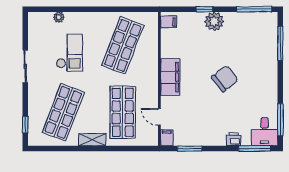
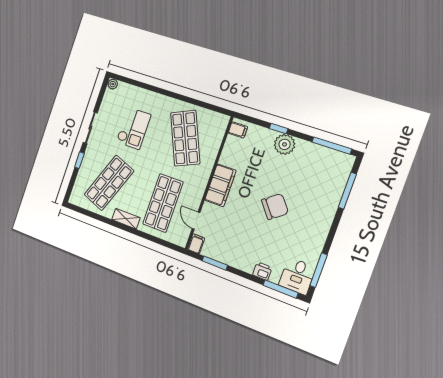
plant: (59, 17) -> (113, 84), moved
shop shelf: (123, 45) -> (185, 138), turned -45
window: (25, 125) -> (79, 160), moved

